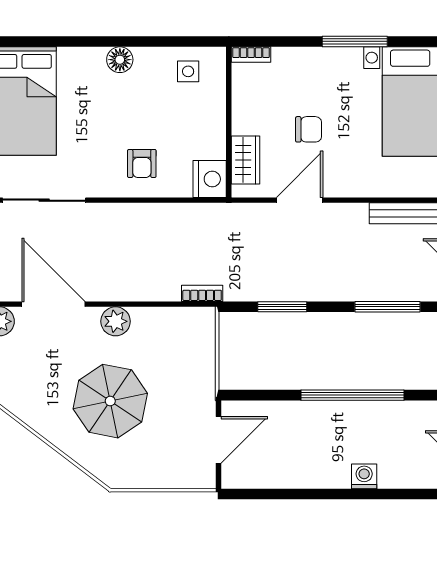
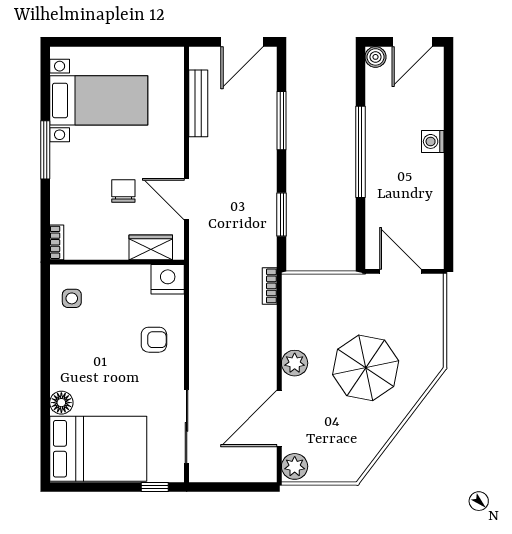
floor lamp: (120, 60) -> (61, 403), moved

